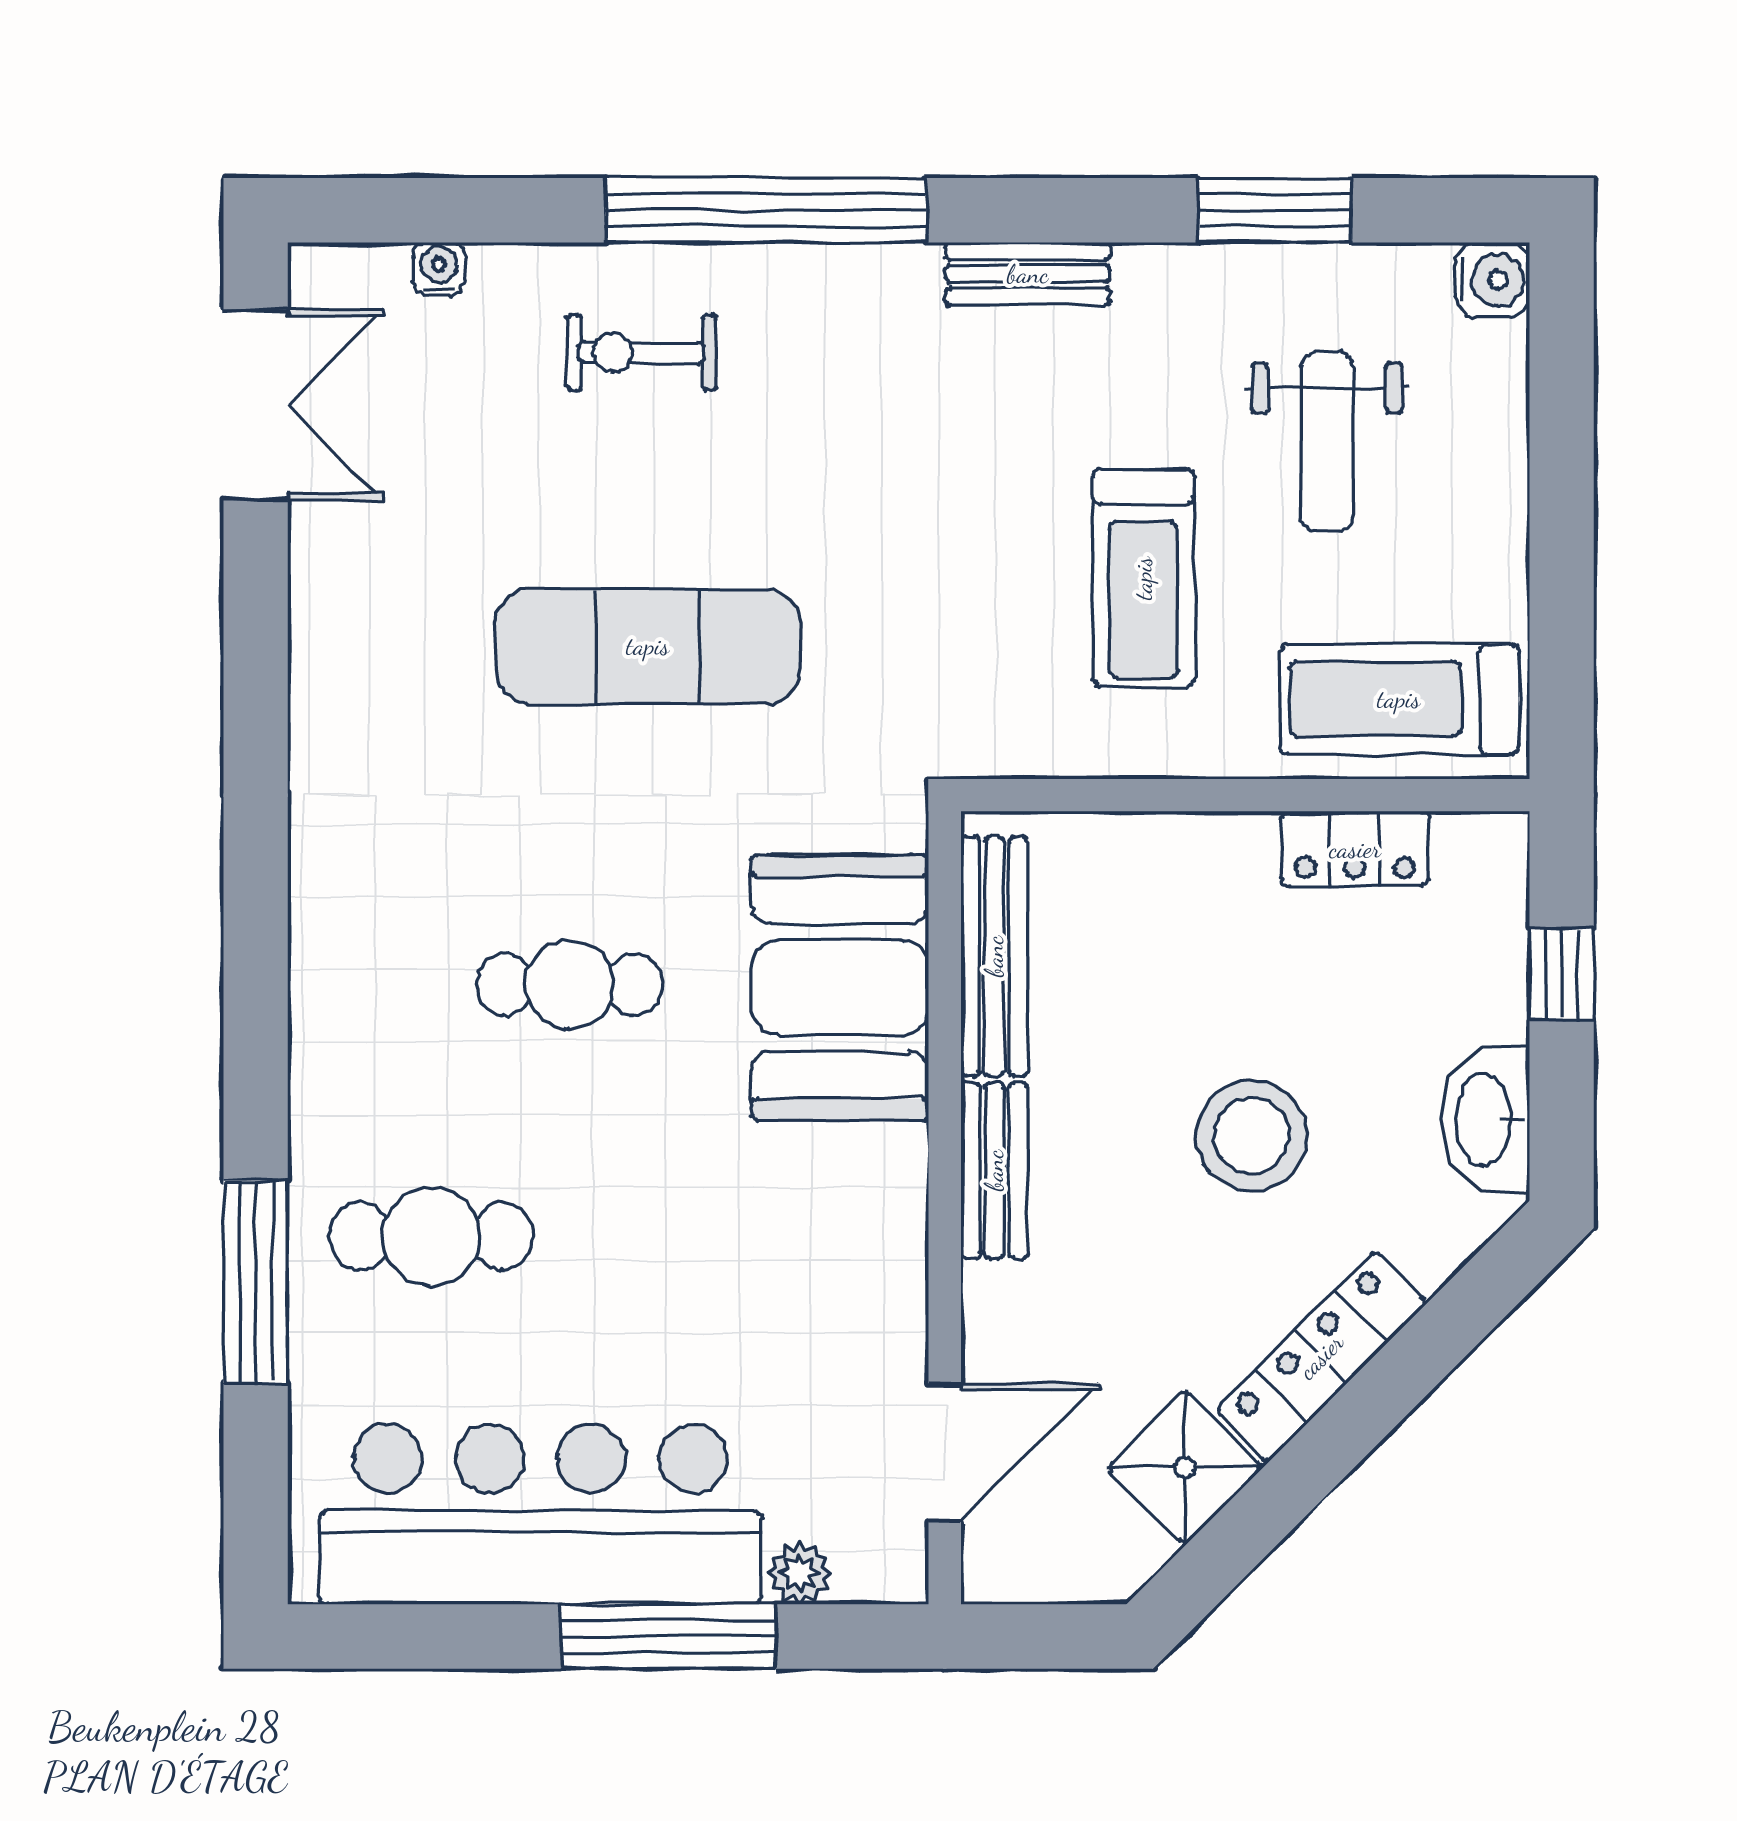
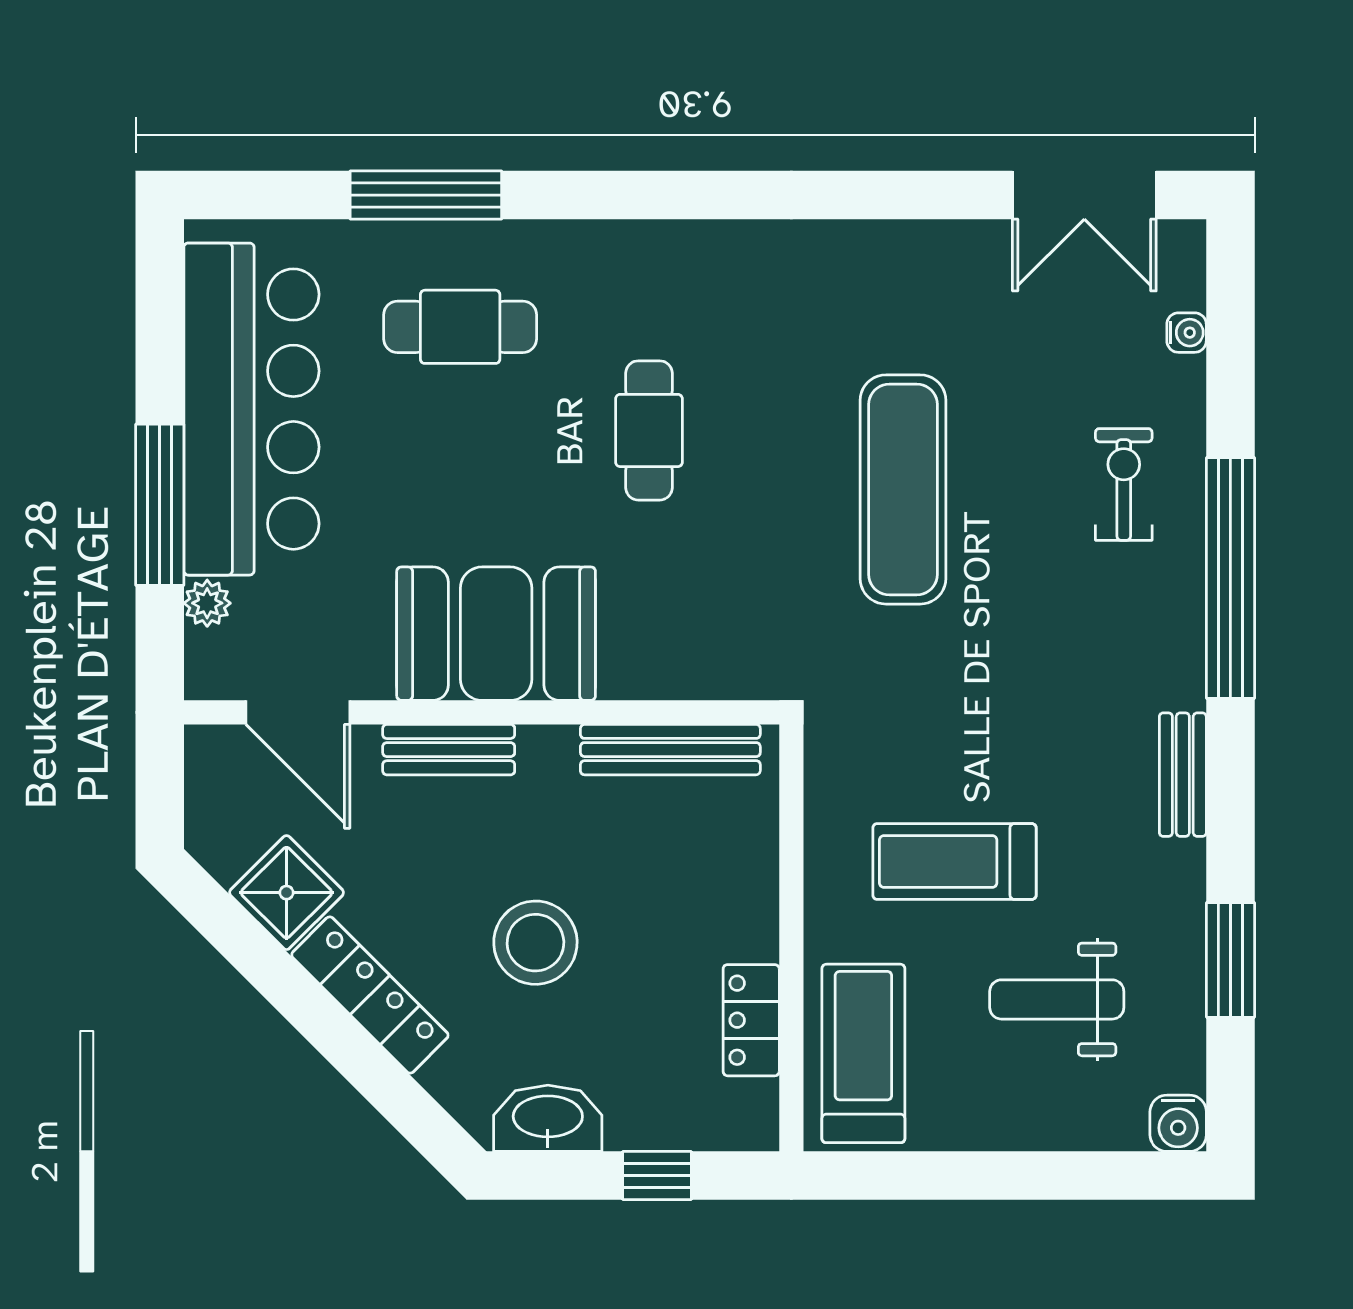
booth: (840, 988) -> (496, 634), moved
bench: (994, 1170) -> (449, 750), moved
cafe table: (431, 1236) -> (460, 327), turned 90

